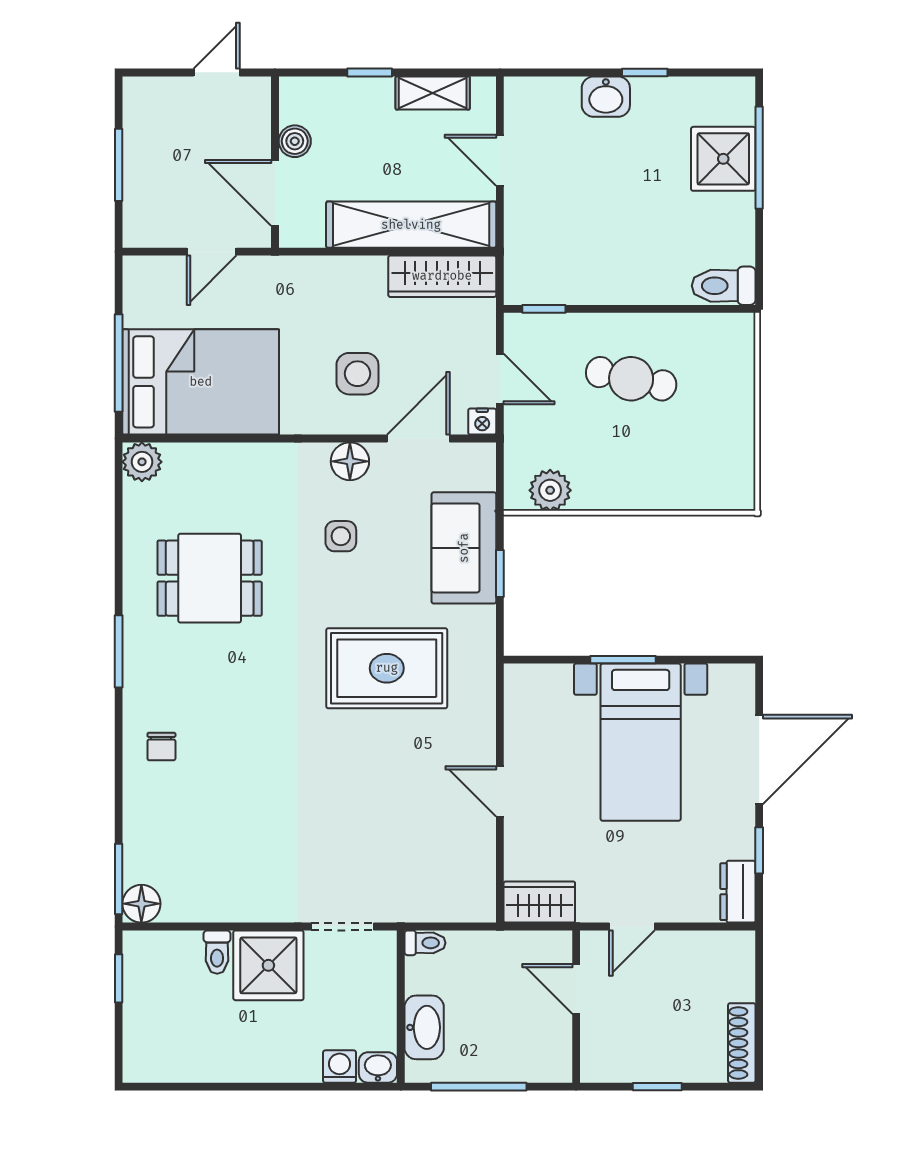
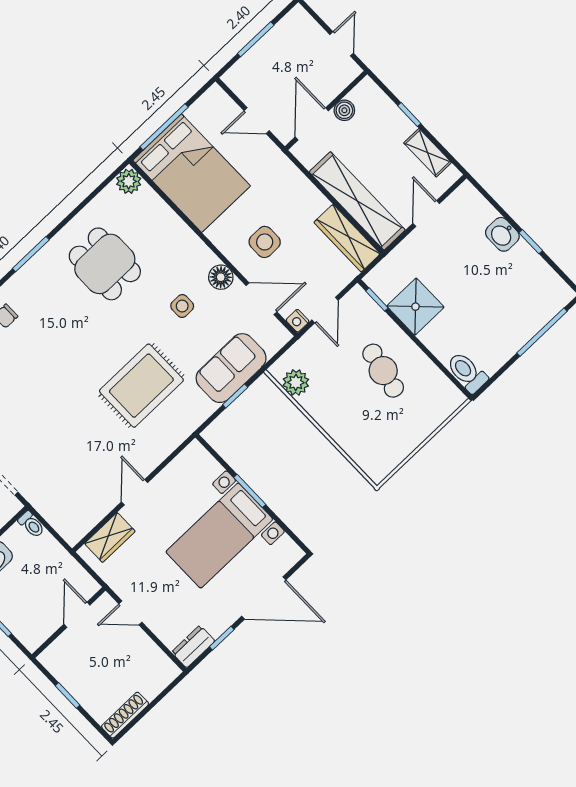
door: (217, 72) -> (342, 44), hinge flipped
shower: (723, 159) -> (415, 307), moved
rug: (387, 668) -> (141, 386), turned 90
wardrobe: (539, 902) -> (110, 537), moved, turned 90

